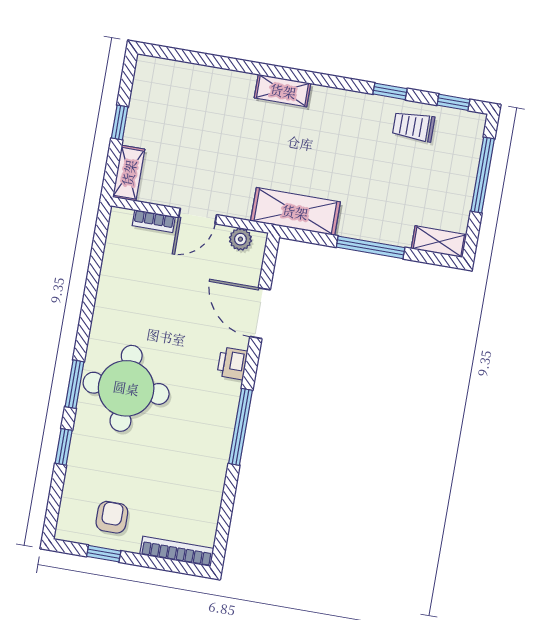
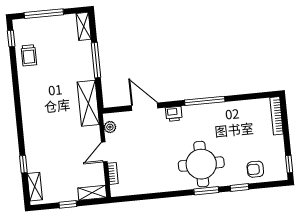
shelving: (283, 91) -> (35, 187), moved
window: (390, 91) -> (23, 164), moved
door: (198, 216) -> (104, 152), swing flipped
door: (260, 313) -> (145, 107), swing flipped
armchair: (112, 517) -> (255, 169), moved
window: (104, 554) -> (289, 164), moved

